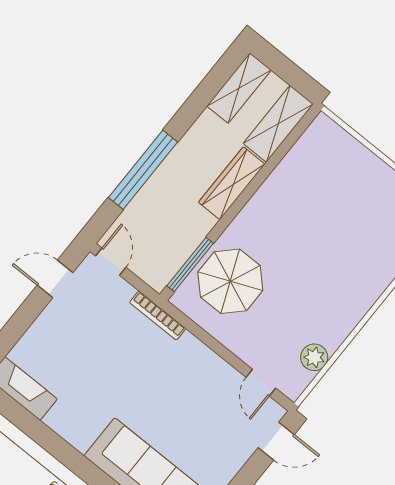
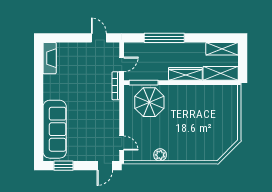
door: (111, 262) -> (122, 64), moved
plant: (314, 357) -> (160, 155), moved
door: (261, 383) -> (122, 143), swing flipped
door: (276, 441) -> (105, 166), hinge flipped

